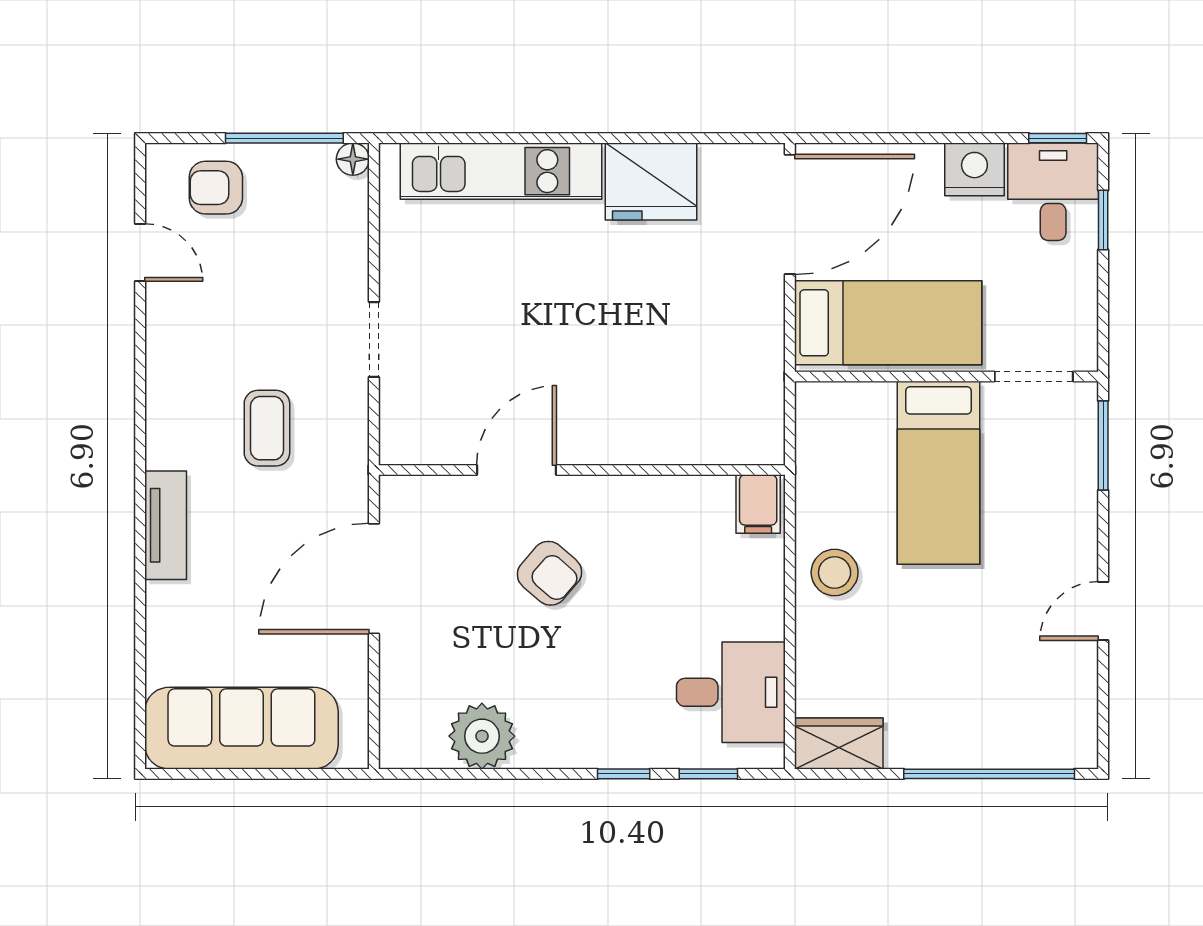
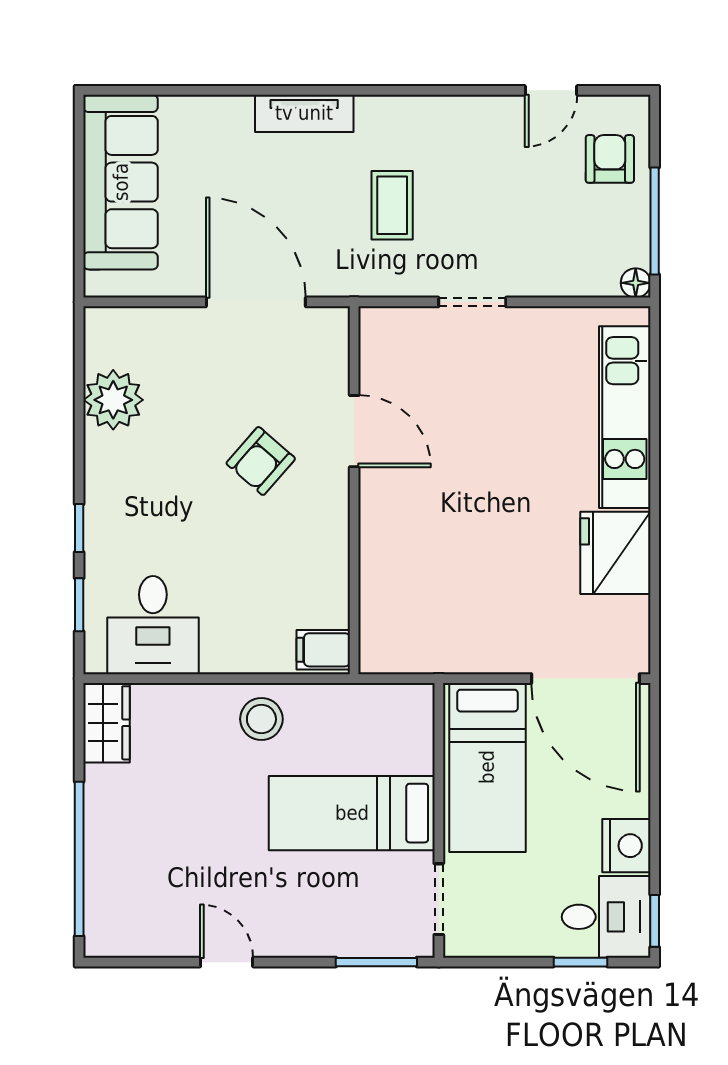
coffee table: (267, 428) -> (392, 205), turned 90

